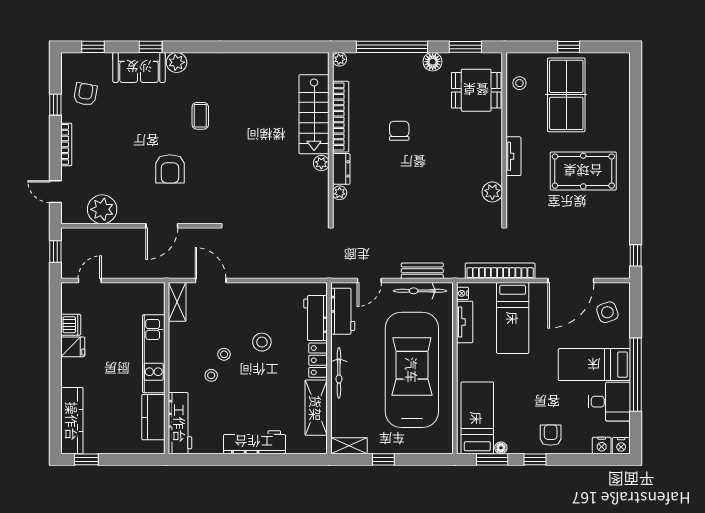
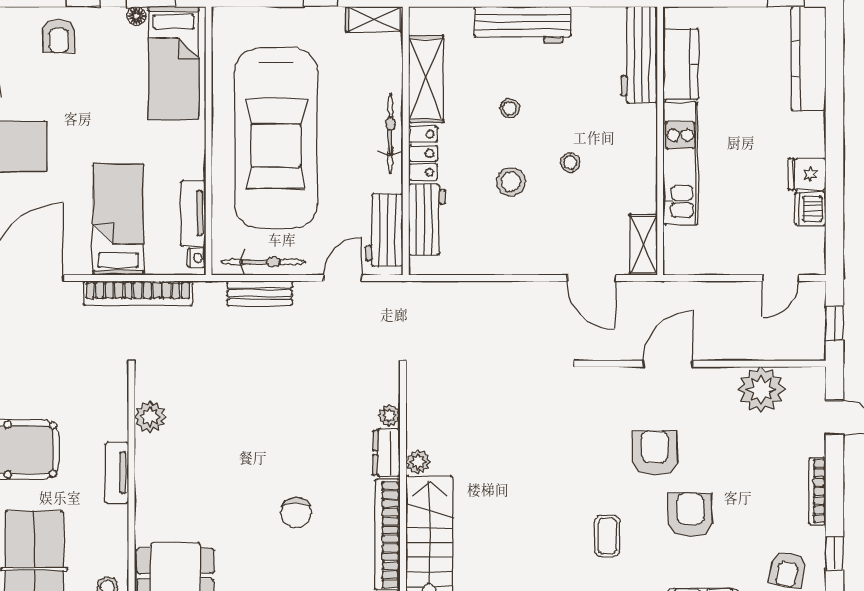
armchair: (147, 129) -> (690, 515), added
stool: (211, 375) -> (510, 108), moved

